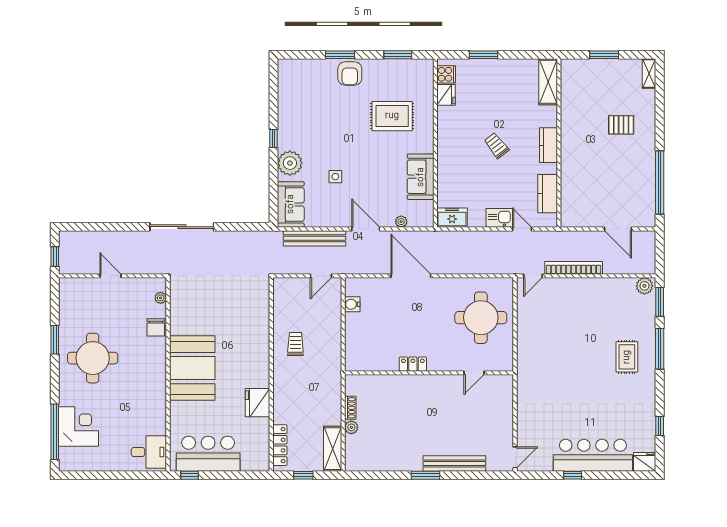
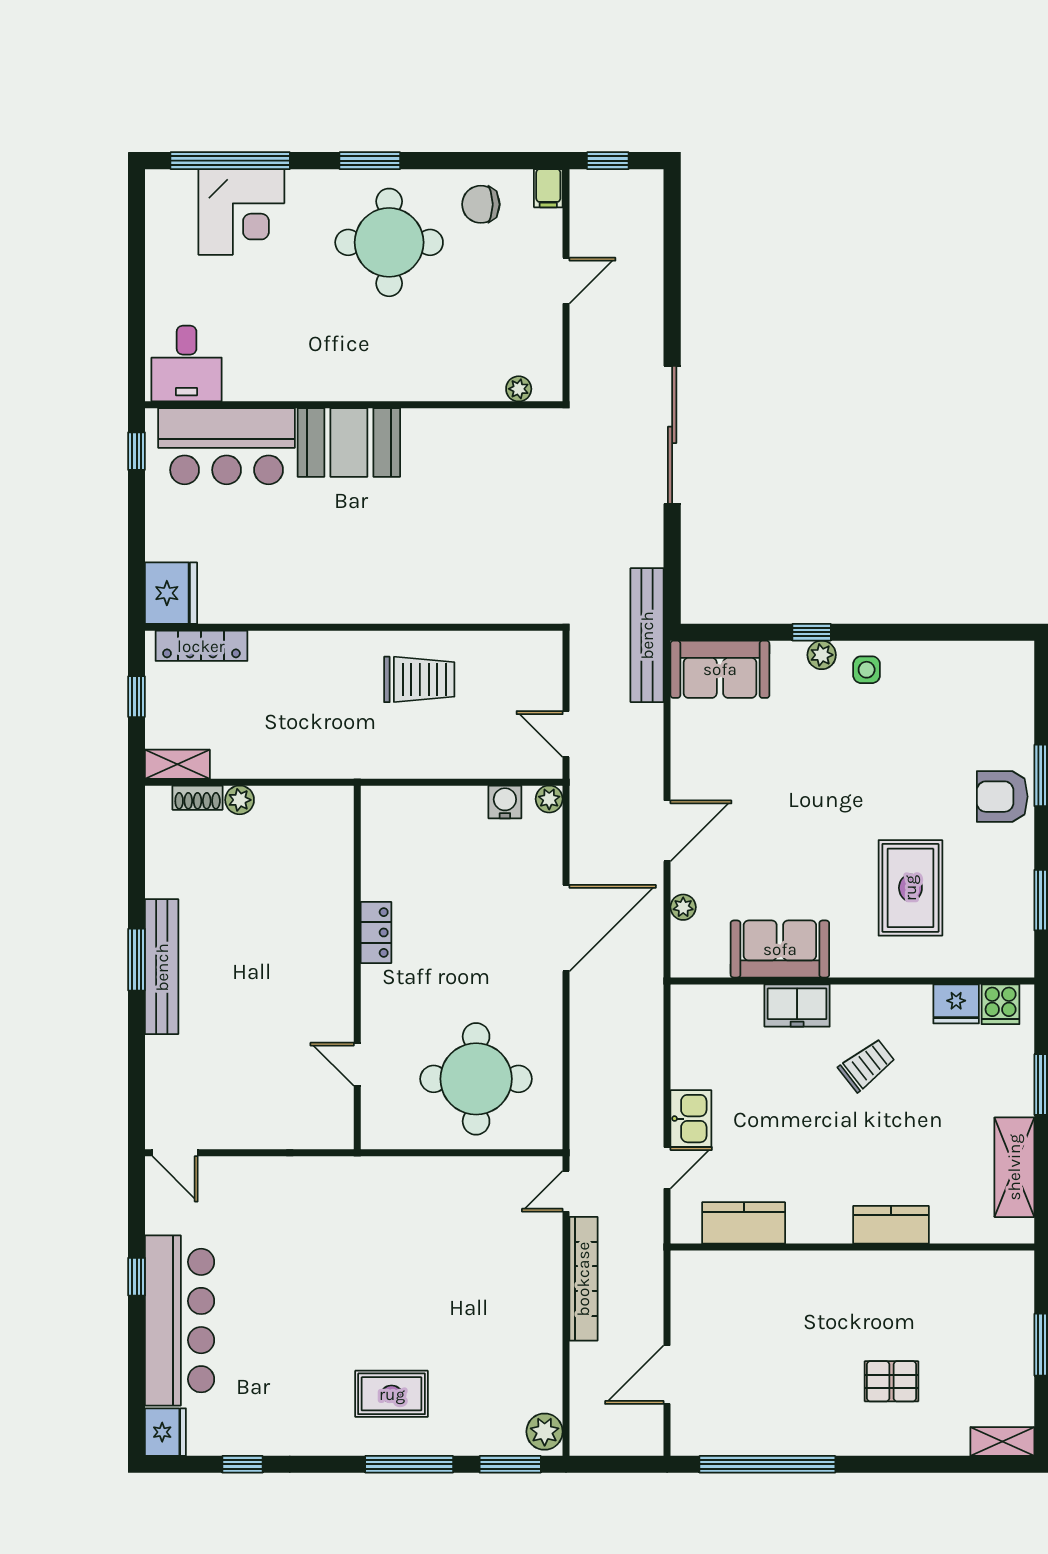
shelving: (548, 82) -> (1014, 1167), moved, turned 90
pallet: (621, 125) -> (891, 1381), turned 90
window: (274, 138) -> (812, 632), moved
kitchen counter: (548, 145) -> (891, 1225), moved
trolley: (497, 146) -> (867, 1065), moved
plant: (290, 163) -> (822, 655), width x0.53, depth x0.53
side table: (335, 177) -> (867, 670), moved
freezer: (452, 218) -> (797, 1005), moved, turned 90
bench: (315, 238) -> (647, 635), moved
door: (533, 276) -> (566, 1191), hinge flipped
filing cabinet: (68, 284) -> (548, 188), added
plant: (351, 284) -> (549, 799), added
chair: (156, 327) -> (481, 204), moved
window: (55, 340) -> (370, 161), moved
trolley: (295, 344) -> (419, 679), width x1.36, depth x1.39
booth: (192, 368) -> (349, 443), width x0.73, depth x0.70
fridge: (258, 403) -> (171, 593), moved, turned 90
shoe rack: (350, 408) -> (198, 798), moved
shelving: (333, 449) -> (177, 764), width x0.67, depth x0.75
bar counter: (208, 454) -> (227, 446), moved, turned 90
bench: (454, 464) -> (162, 967), moved

